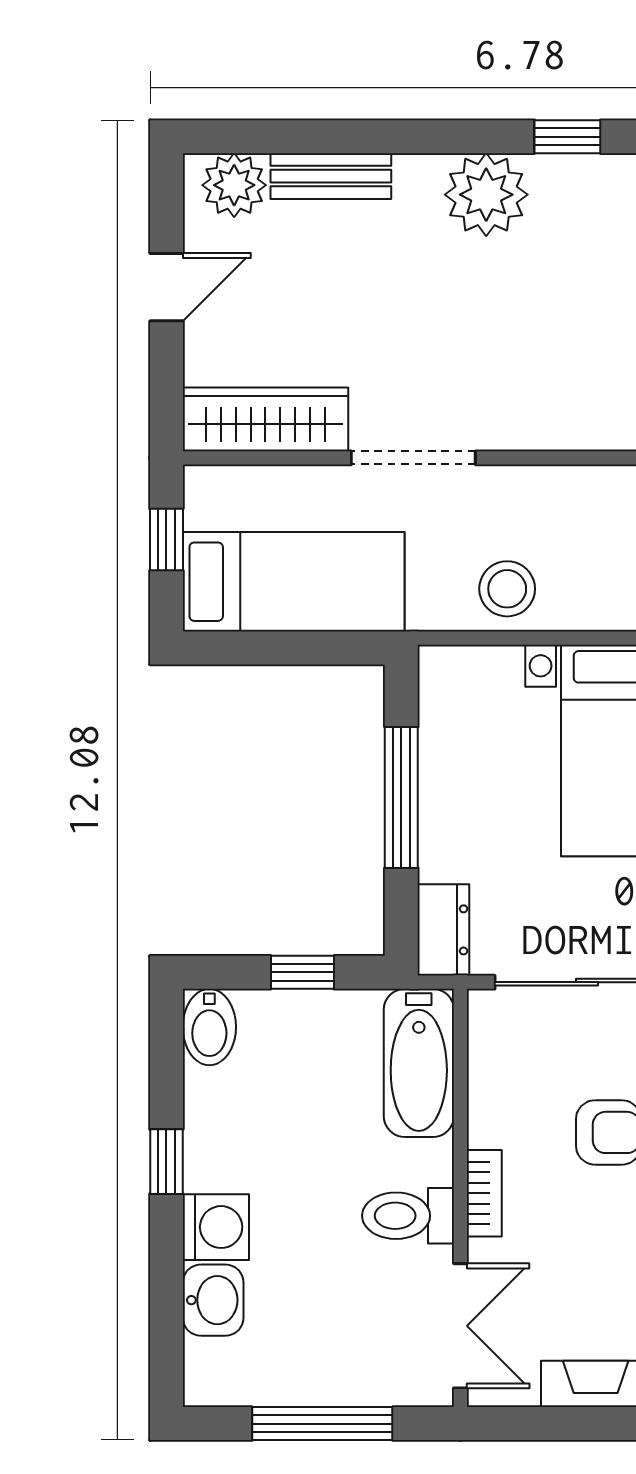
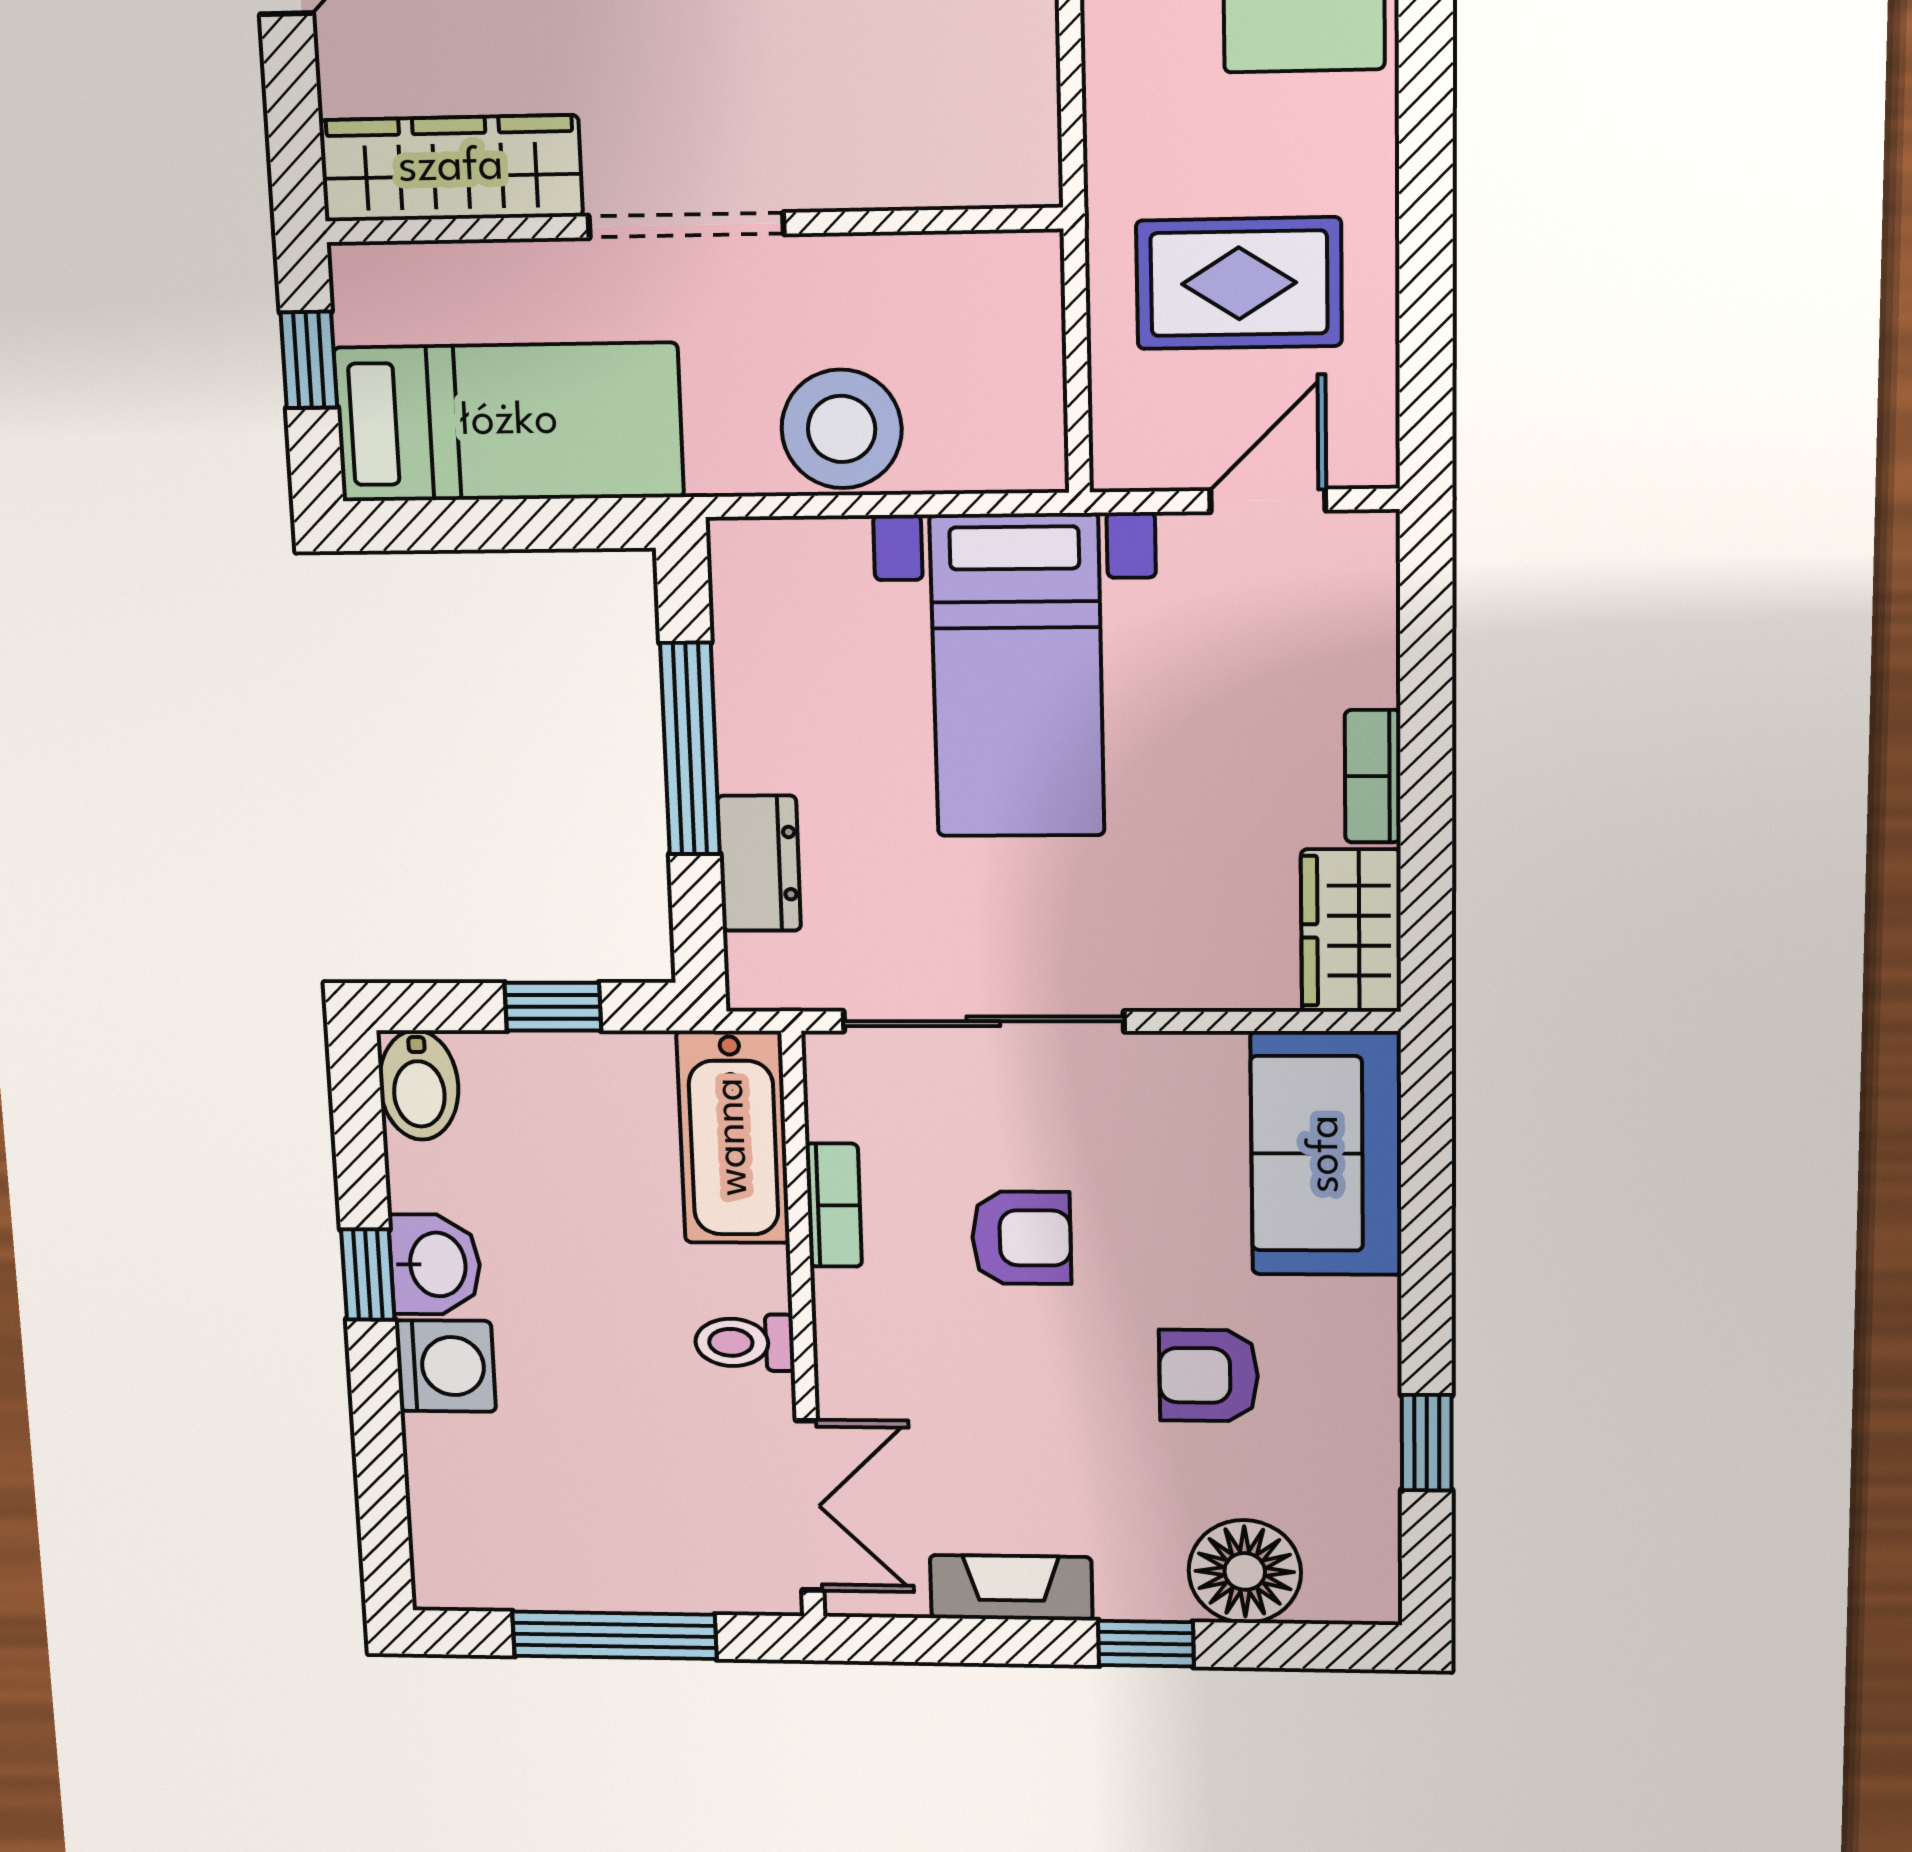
stool: (507, 589) -> (842, 429), width x1.38, depth x1.38
dresser: (443, 930) -> (759, 863), moved
bookcase: (484, 1193) -> (834, 1205), moved
toilet: (408, 1216) -> (745, 1342), width x0.73, depth x0.72
washbasin: (213, 1300) -> (435, 1265), moved

